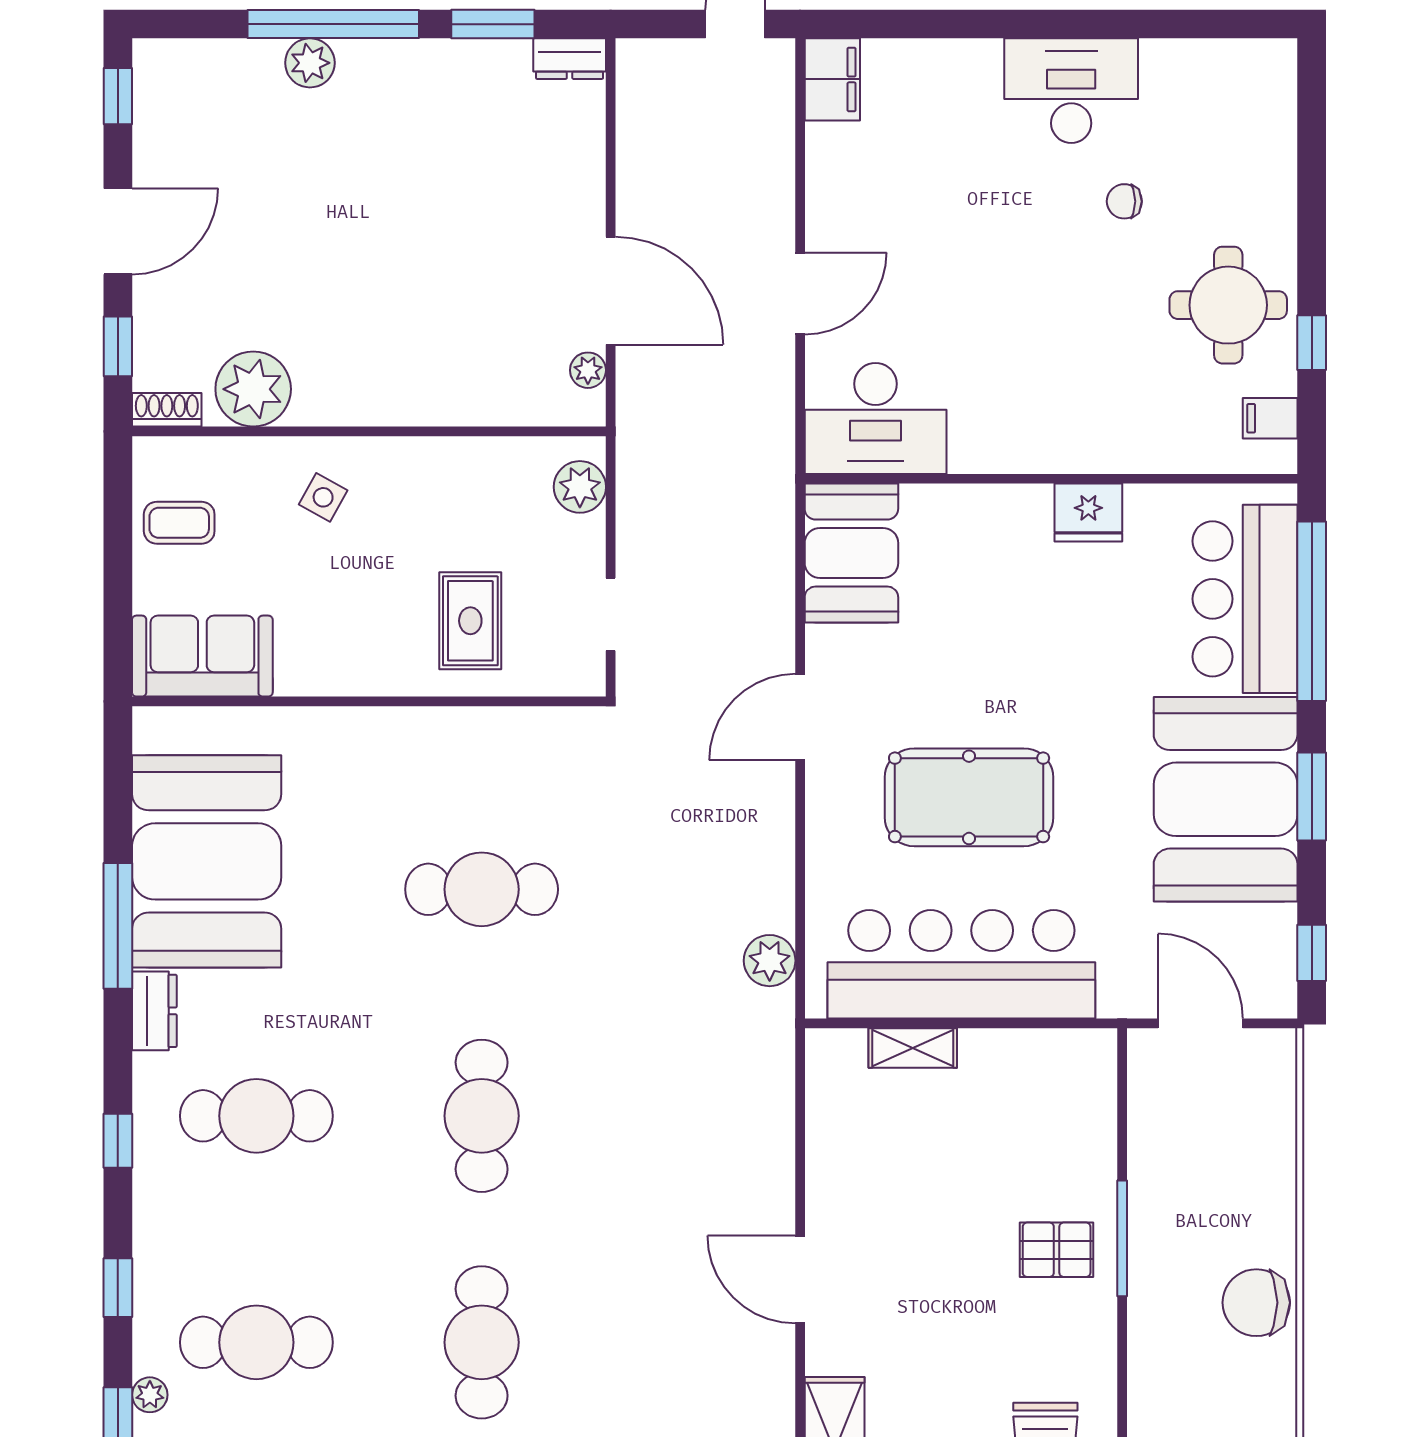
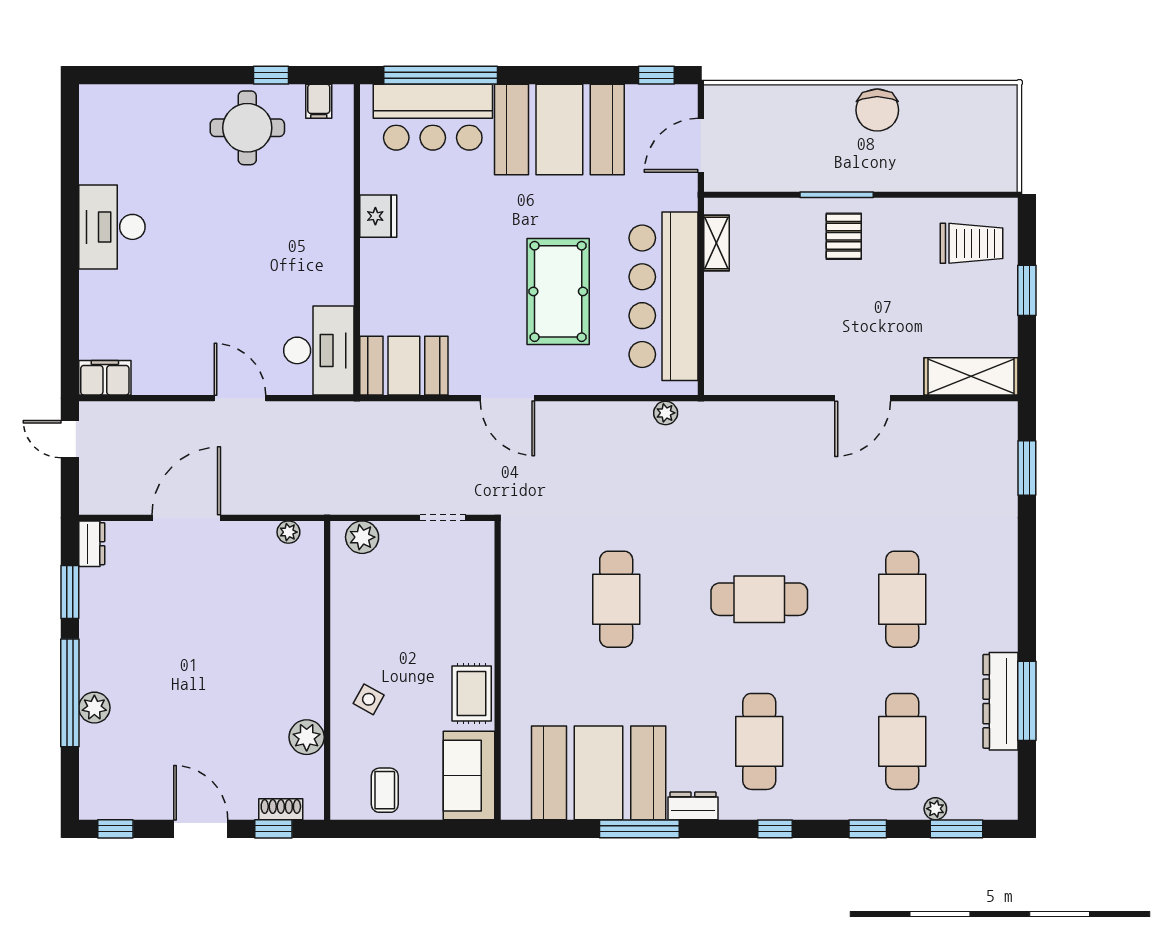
chair: (1124, 201) -> (182, 193), removed
door: (611, 291) -> (186, 518), moved
plant: (253, 389) -> (307, 737), width x0.73, depth x0.73
shoe rack: (167, 410) -> (281, 809), moved, turned 90
rug: (470, 621) -> (472, 693), moved, turned 90
window: (1312, 797) -> (558, 75), removed
plant: (770, 961) -> (666, 413), width x0.73, depth x0.73
shelving: (913, 1048) -> (716, 243), moved
cafe table: (482, 1342) -> (902, 599), turned 90

